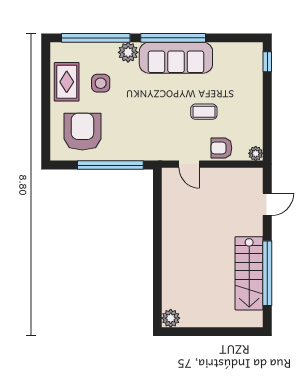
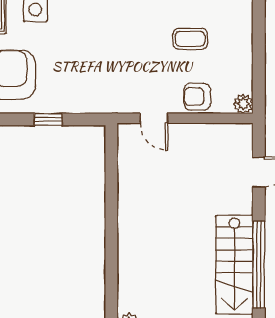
coffee table: (204, 112) -> (190, 39), moved
window: (110, 165) -> (48, 119), width x0.32

